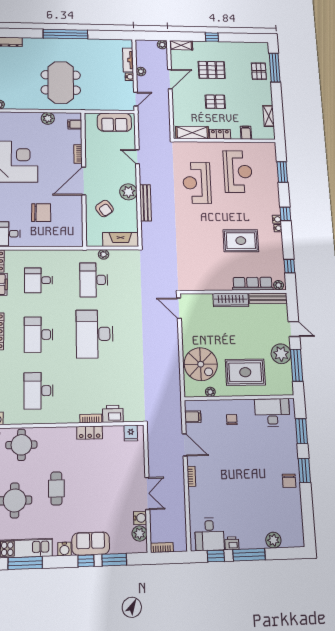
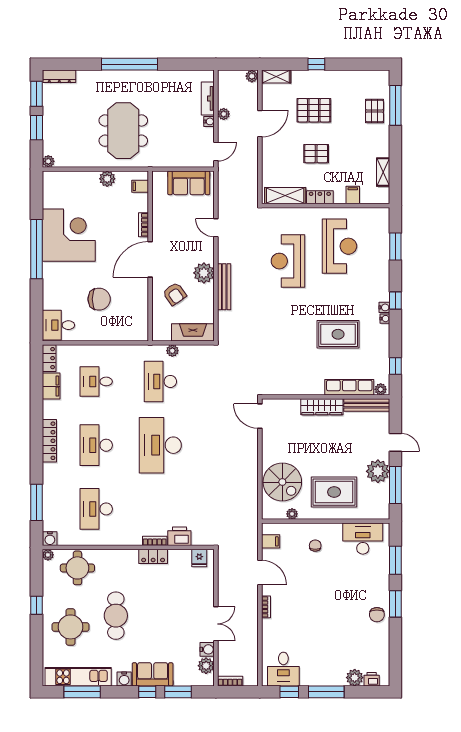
cafe table: (56, 488) -> (116, 616), width x1.37, depth x1.35
printer: (232, 543) -> (372, 679), moved

